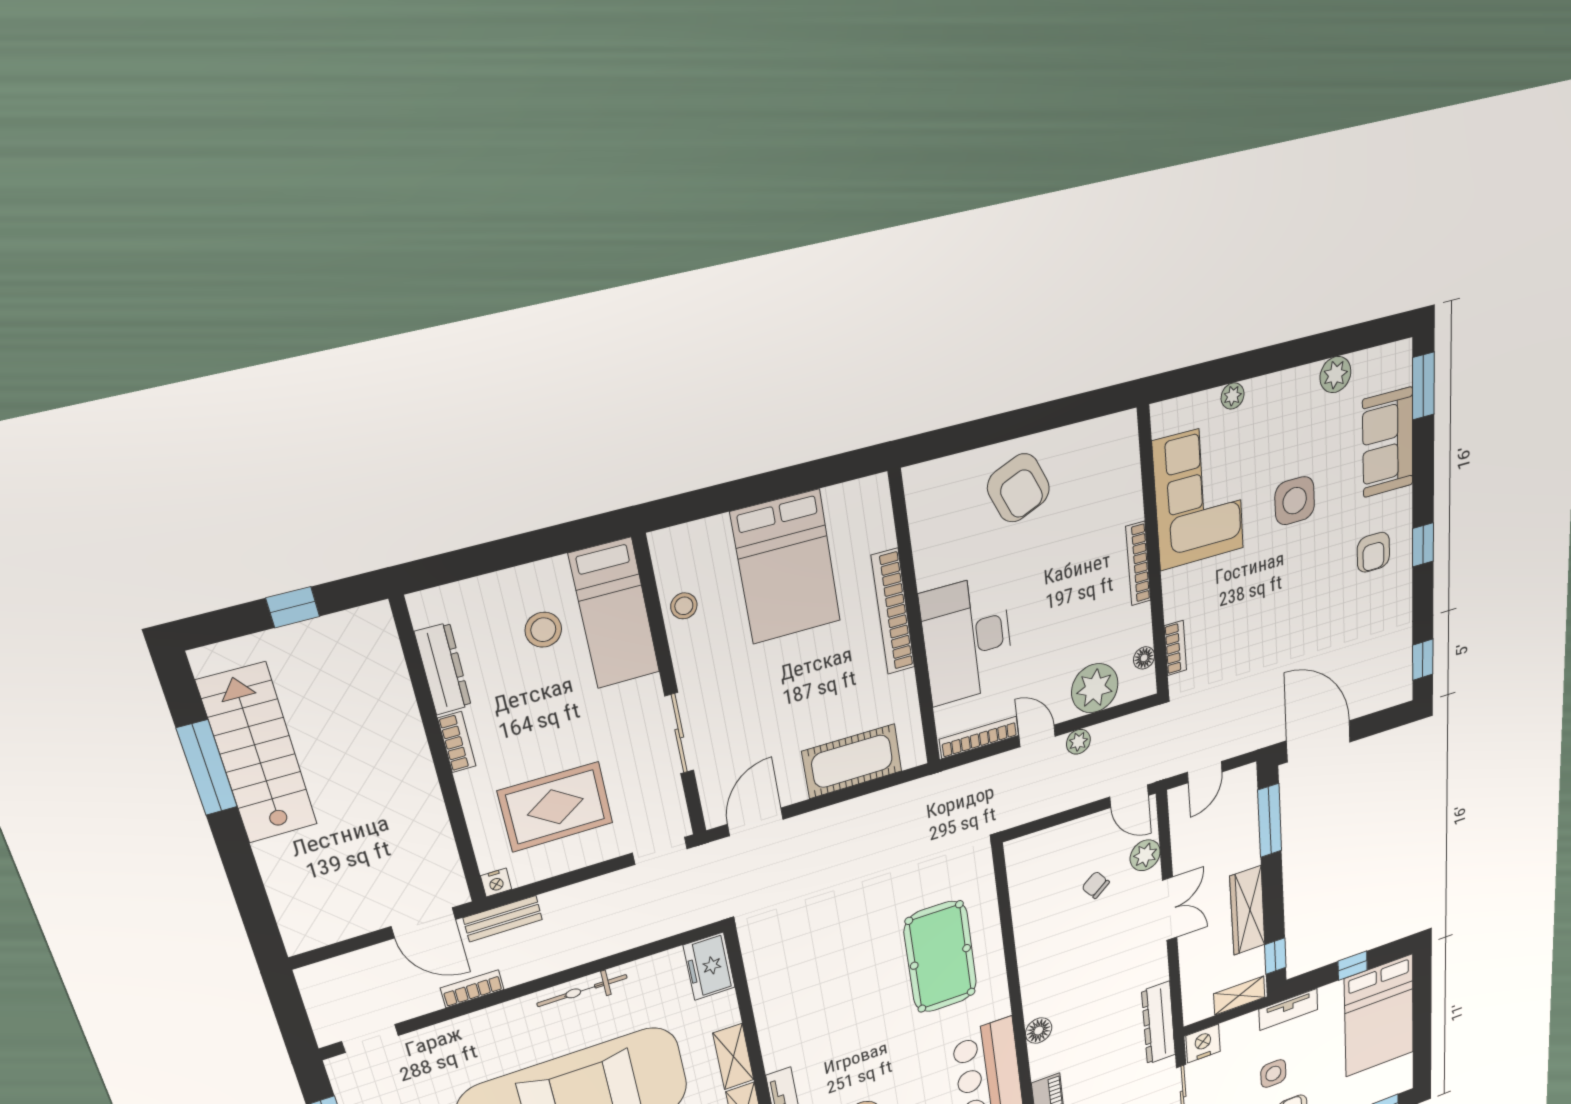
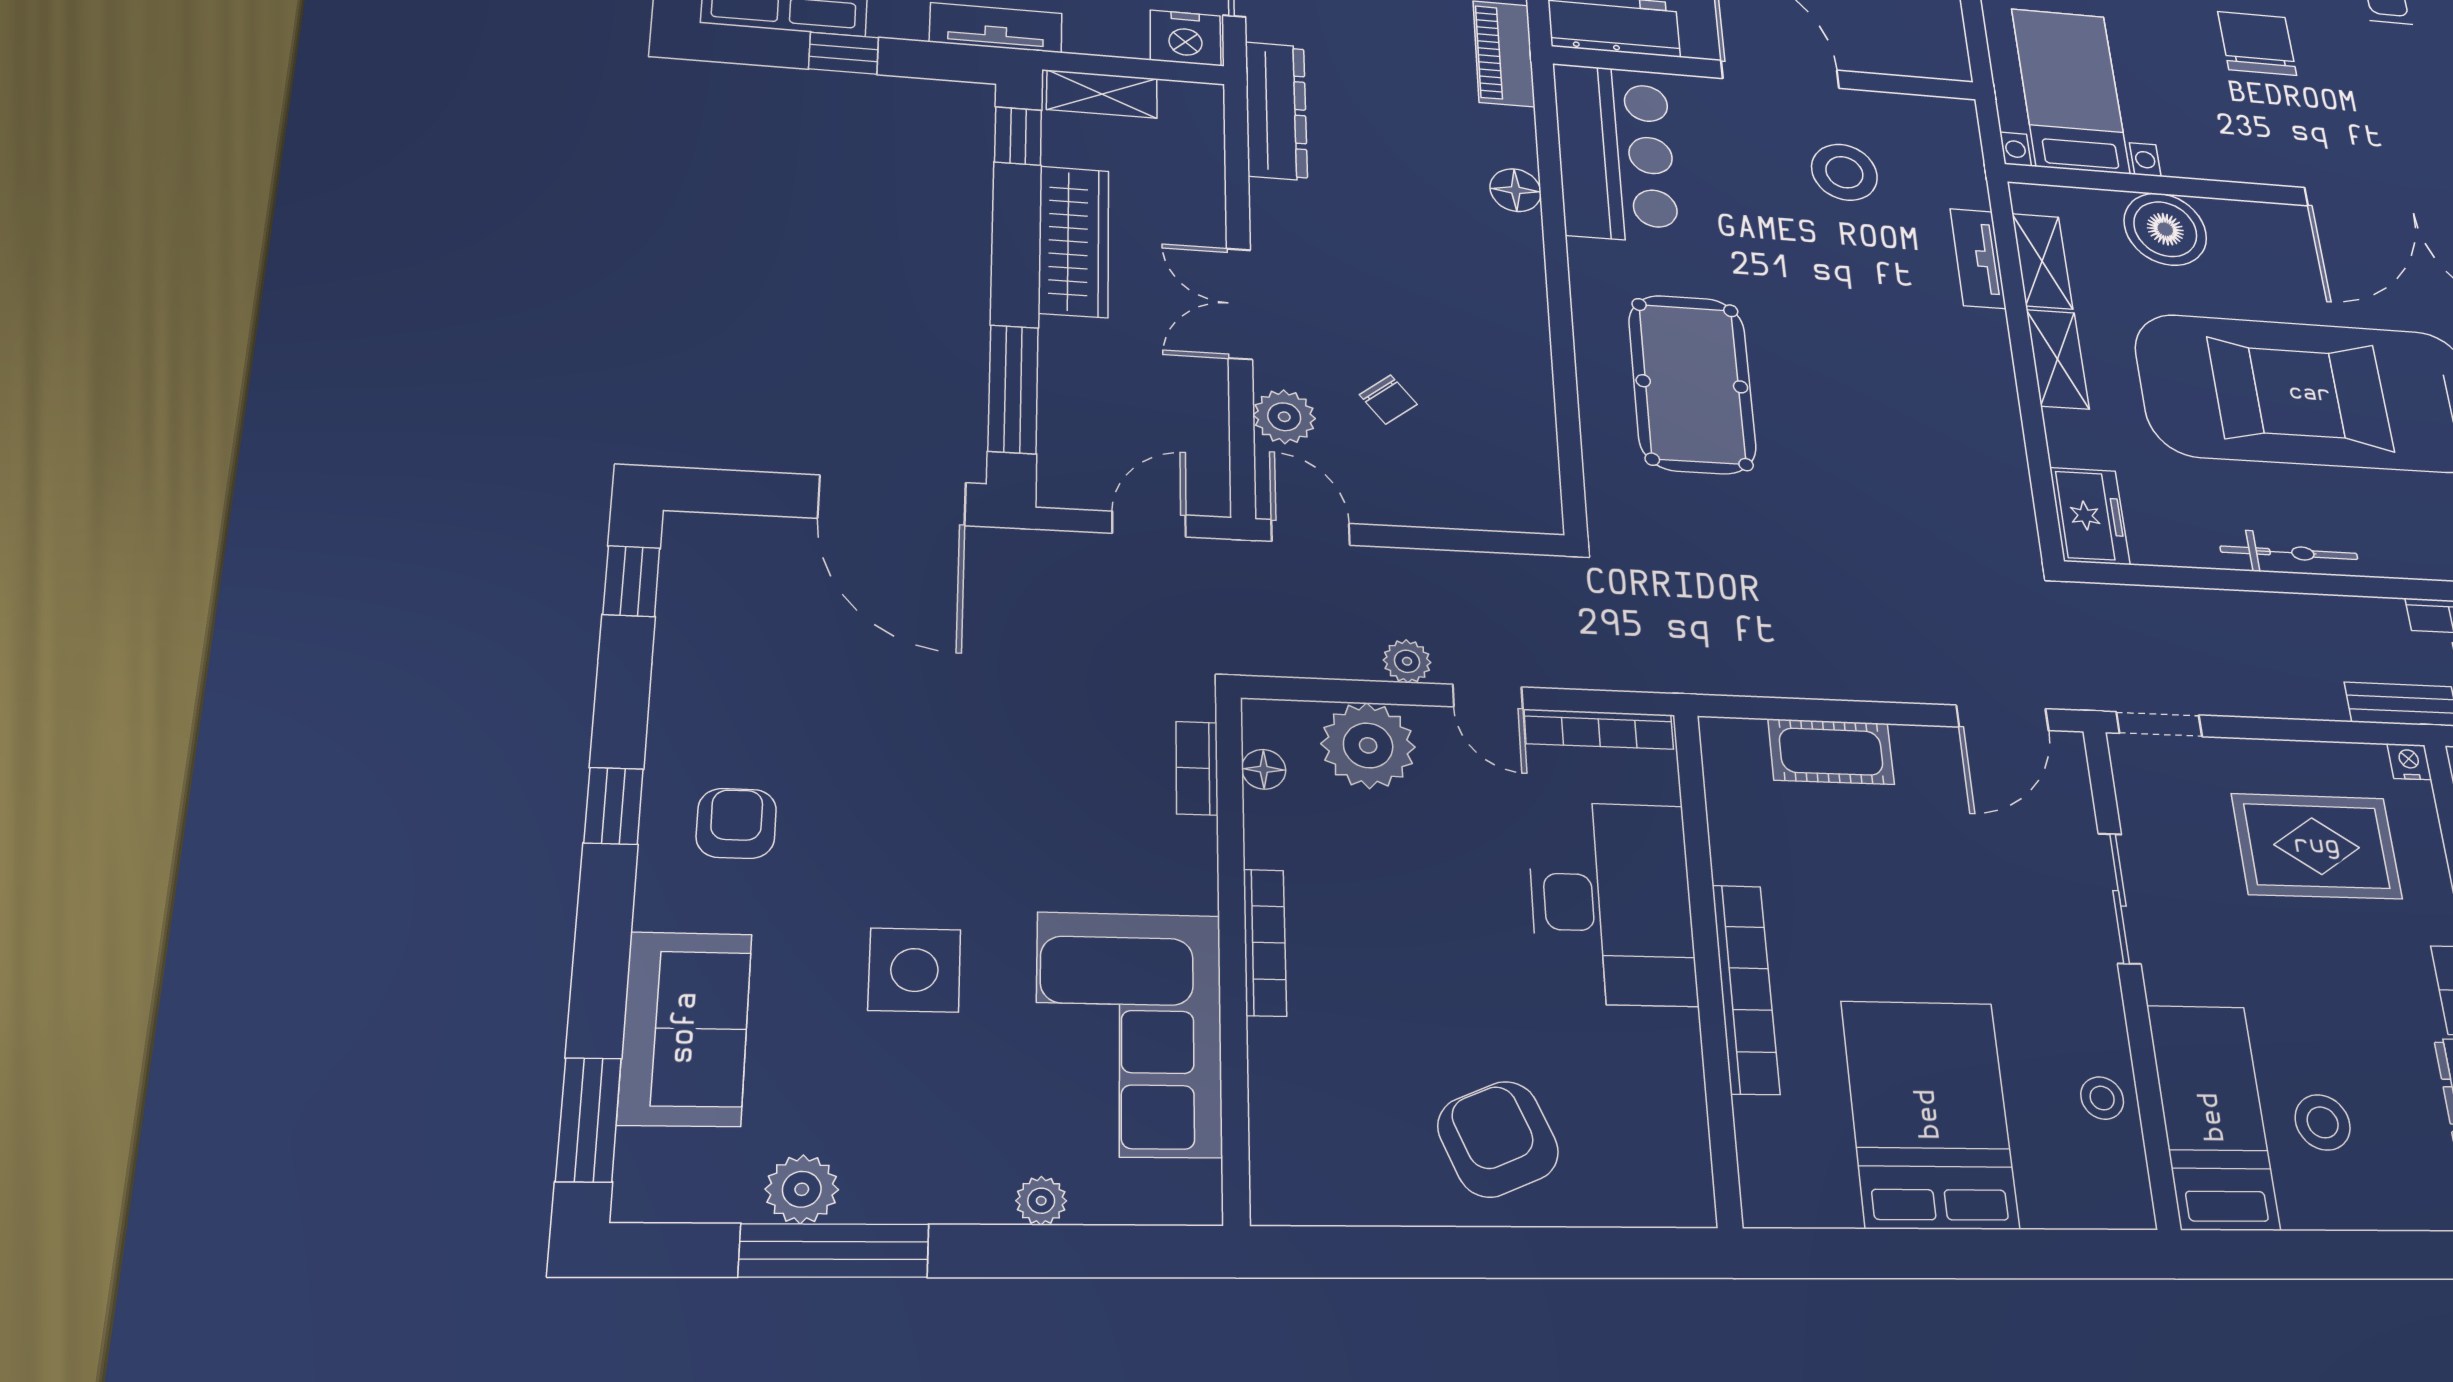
window: (1320, 347) -> (834, 1251), added
cot: (852, 761) -> (1831, 752), width x0.73, depth x0.75

